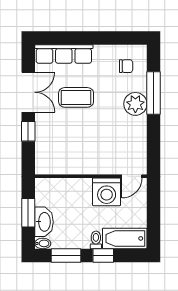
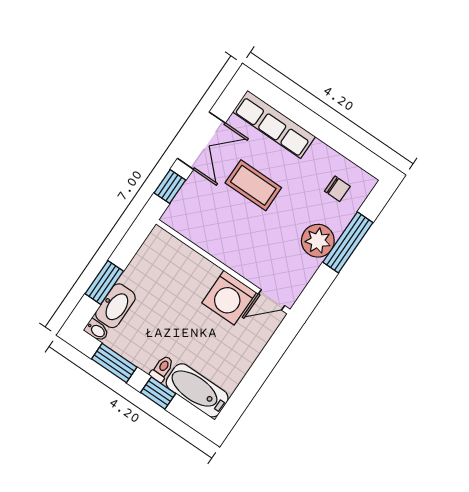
wall: (91, 176) -> (223, 267), moved
door: (132, 176) -> (271, 300), moved
washing machine: (107, 192) -> (229, 298), moved

